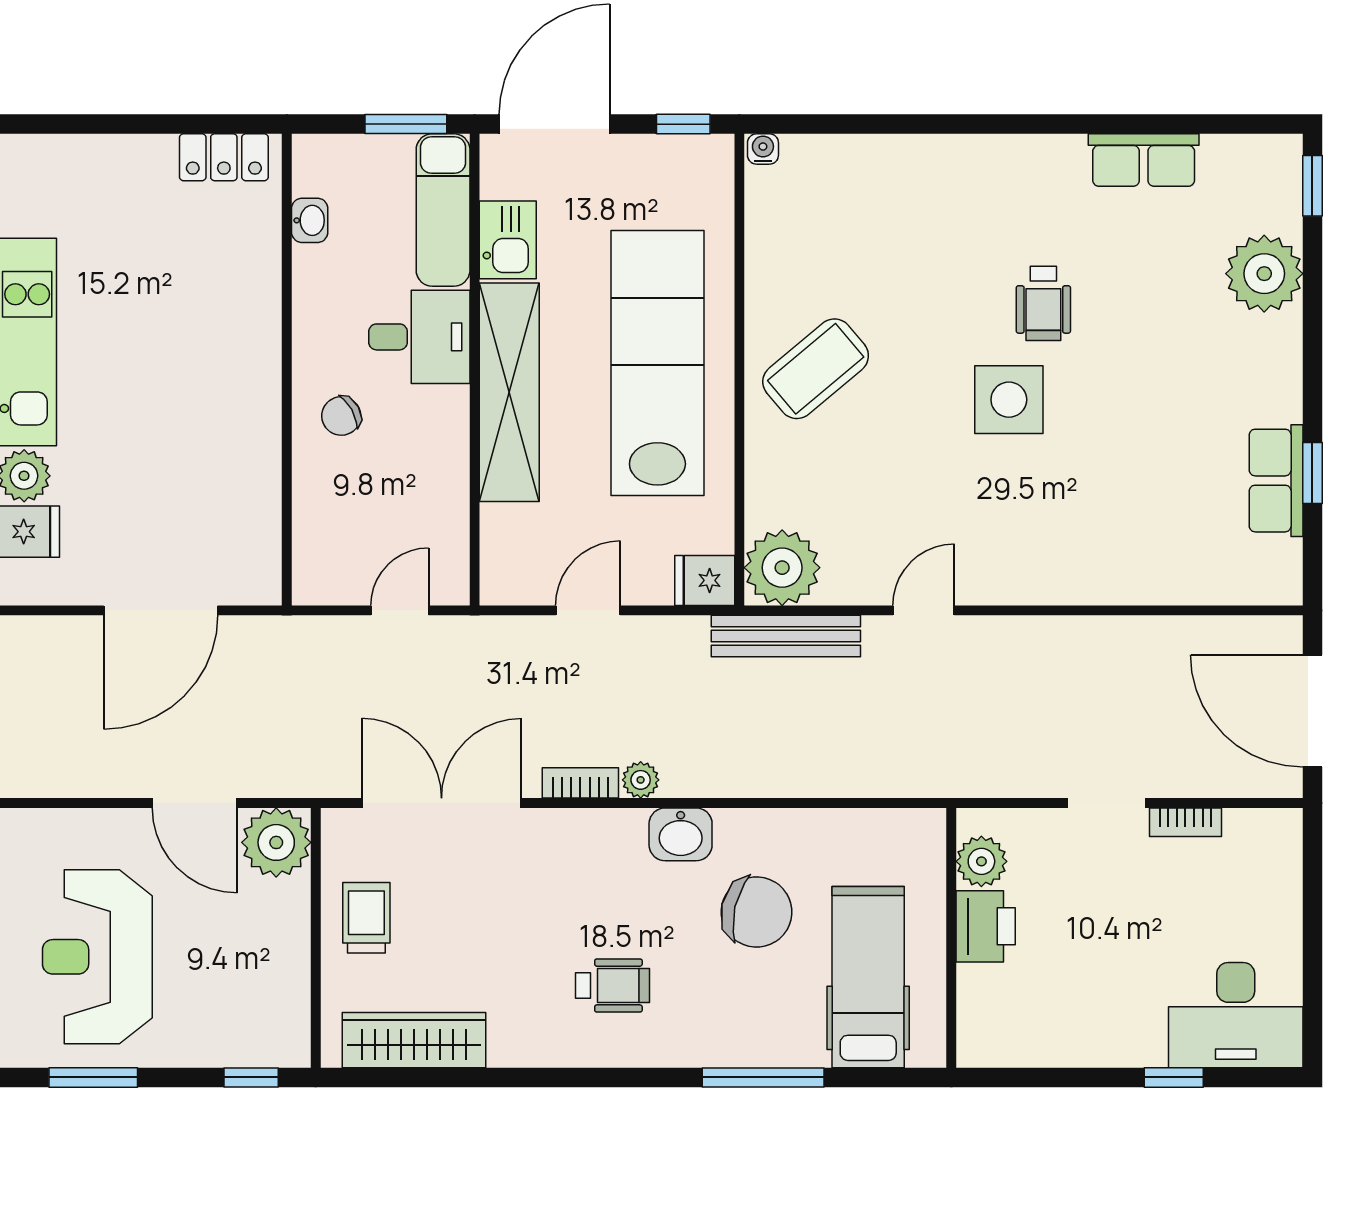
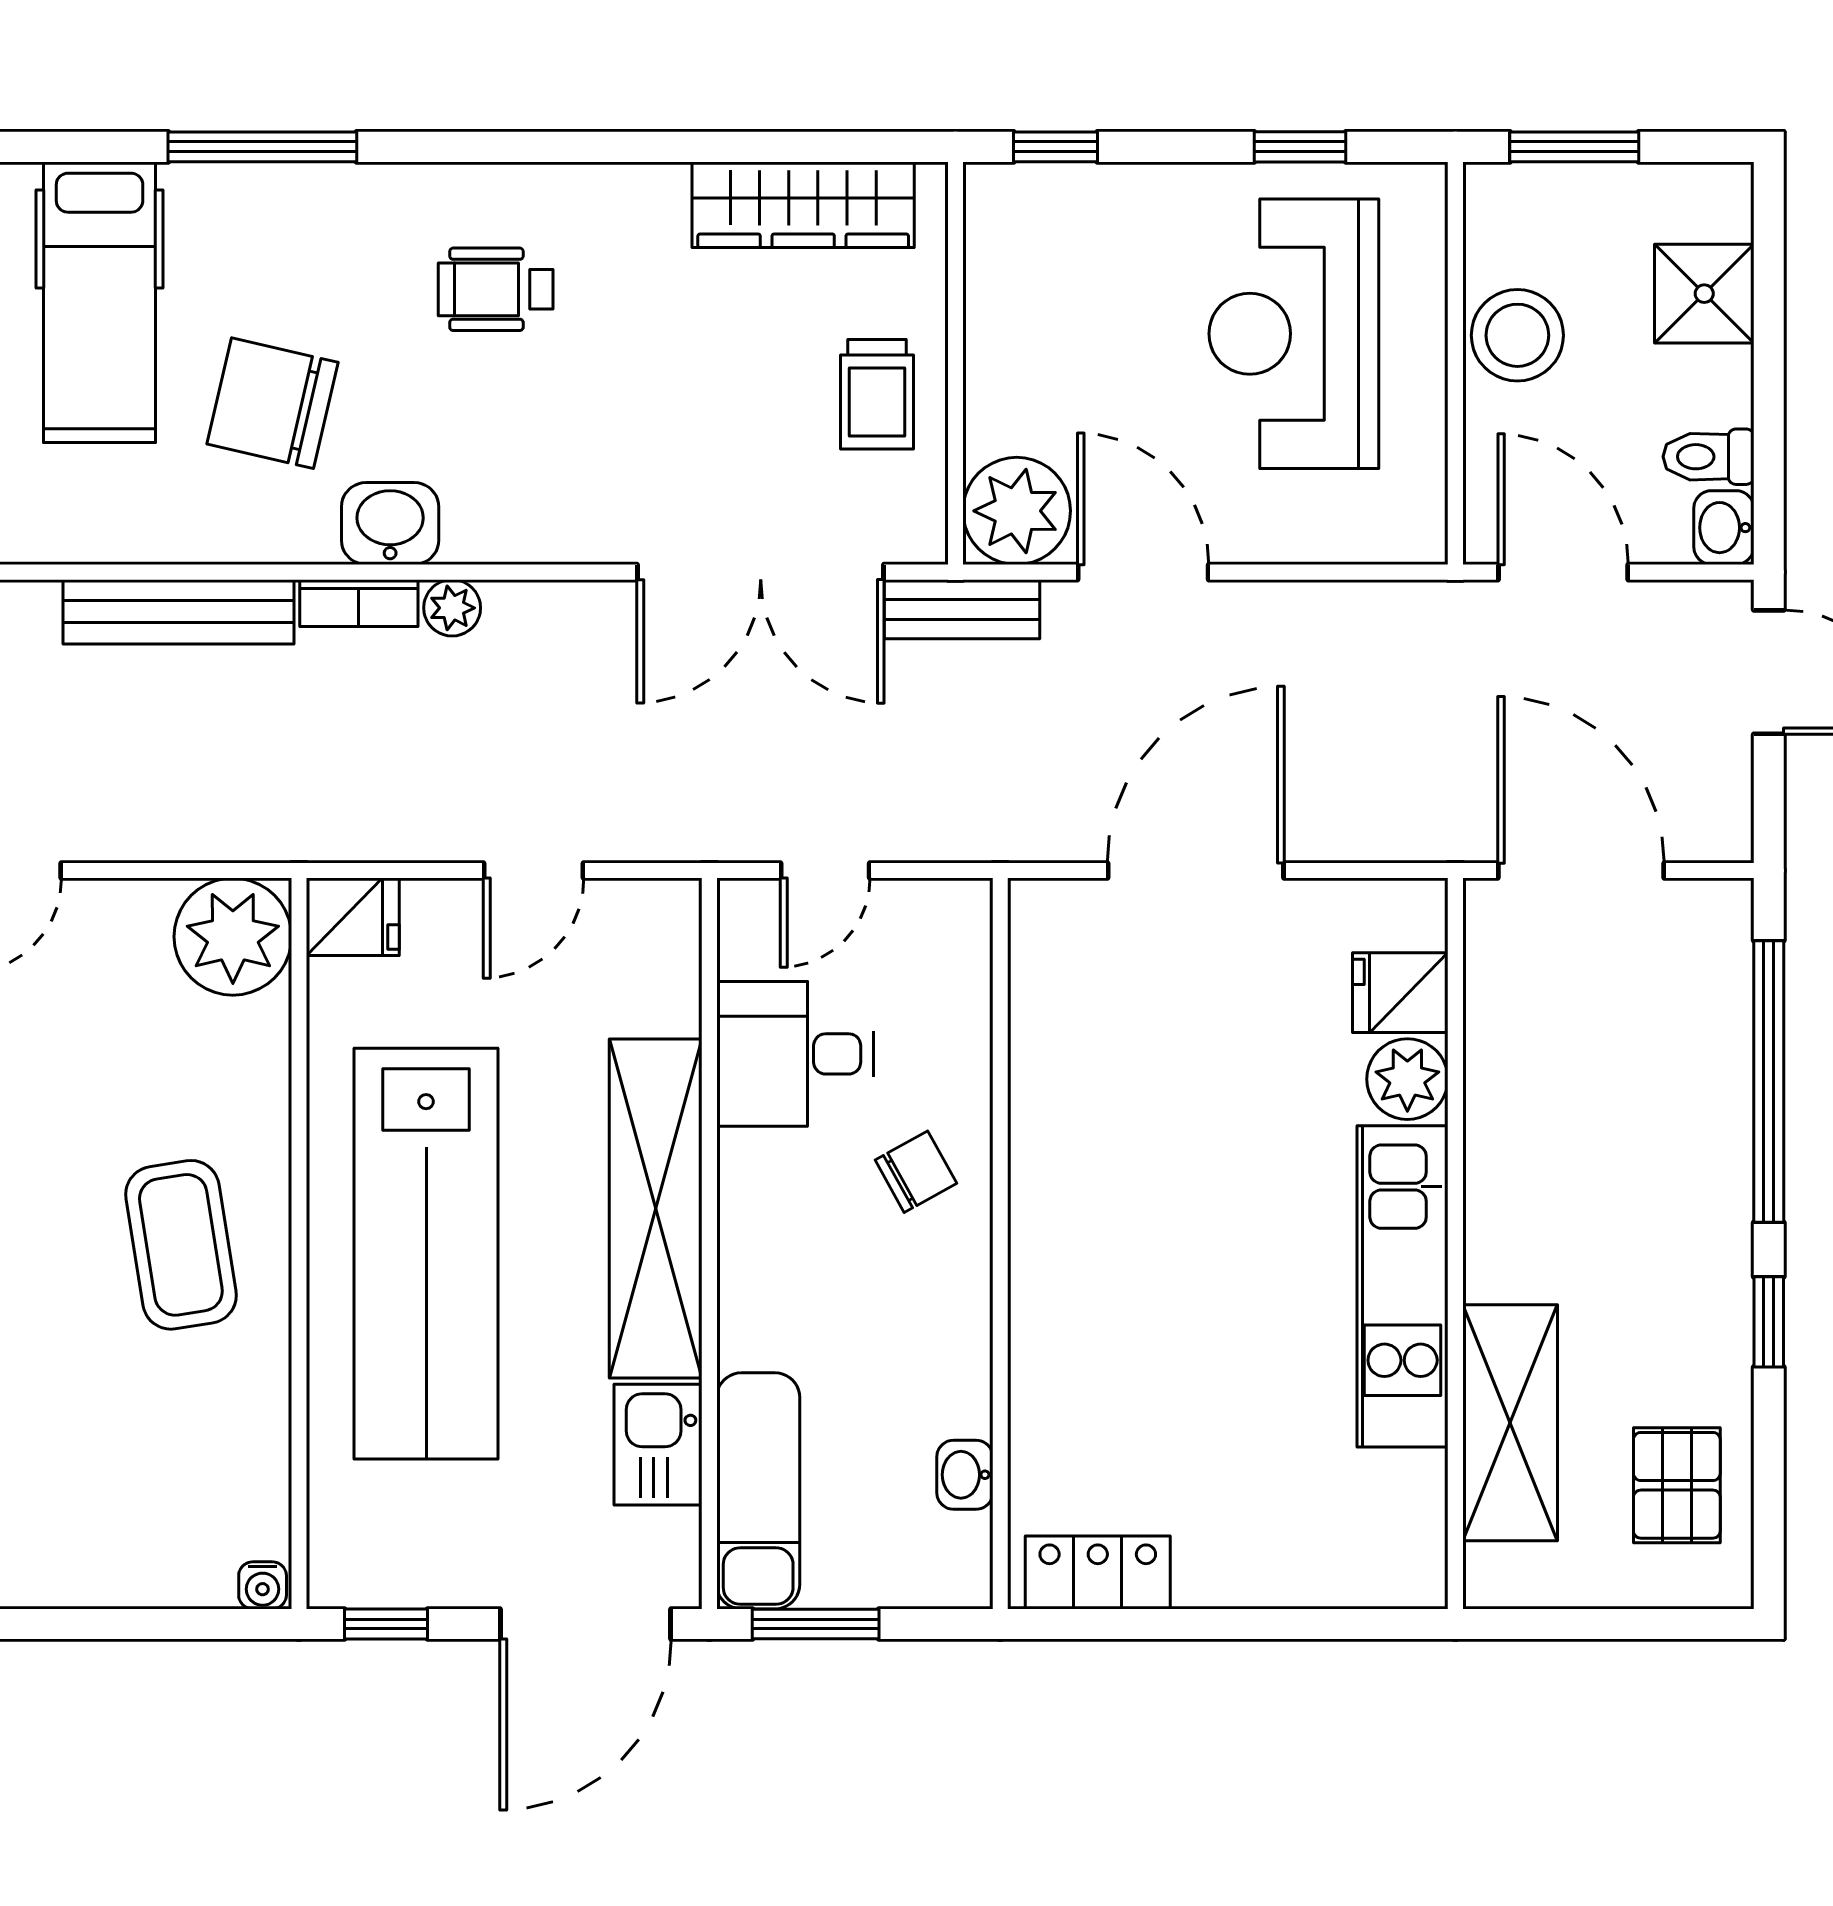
desk: (419, 337) -> (795, 1054), moved
coffee table: (816, 369) -> (181, 1245), turned -59
bench: (786, 636) -> (178, 612), moved
bench: (311, 779) -> (962, 609), added
bookcase: (580, 783) -> (359, 603), moved
reception desk: (97, 957) -> (1294, 334), turned 180
window: (93, 1077) -> (1300, 147), width x0.67

